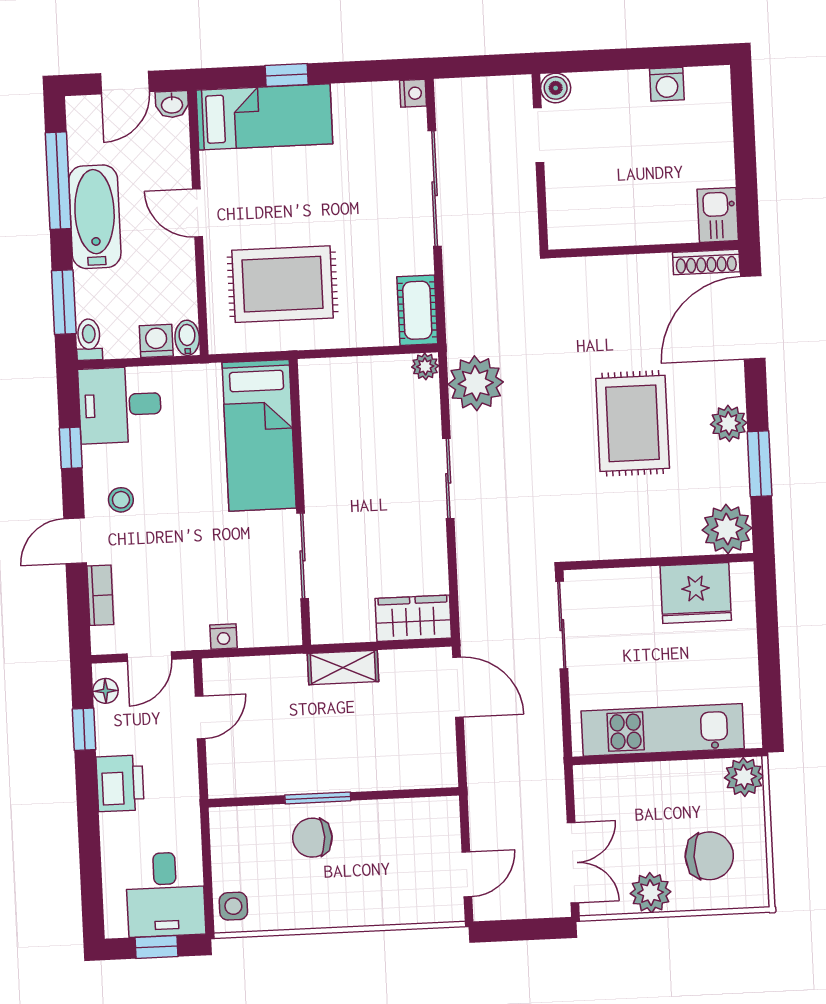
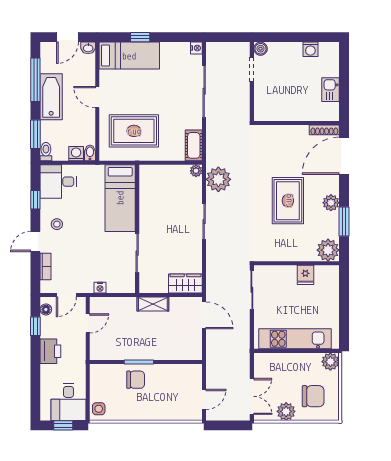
kitchen sink: (718, 215) -> (331, 90), moved
fridge: (696, 593) -> (305, 275), width x0.53, depth x0.75
chair: (312, 838) -> (136, 380), turned 180

